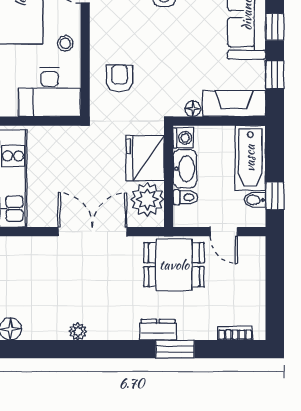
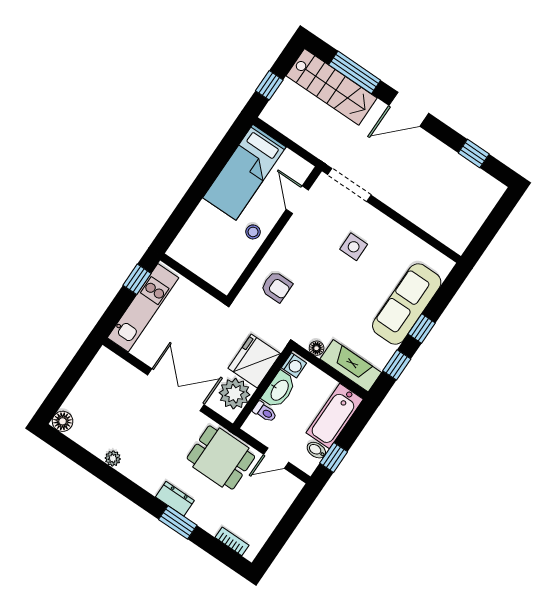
armchair: (119, 78) -> (276, 287), turned 90
desk: (50, 92) -> (216, 261), removed
door: (224, 232) -> (276, 458), hinge flipped

